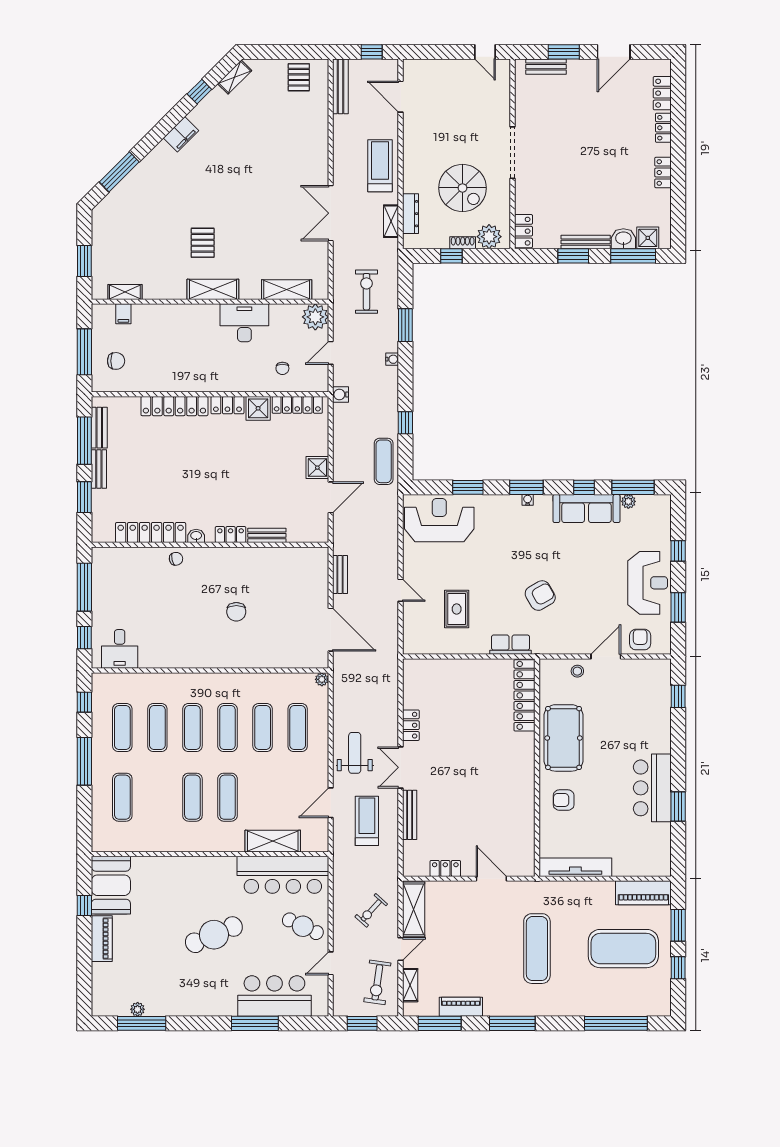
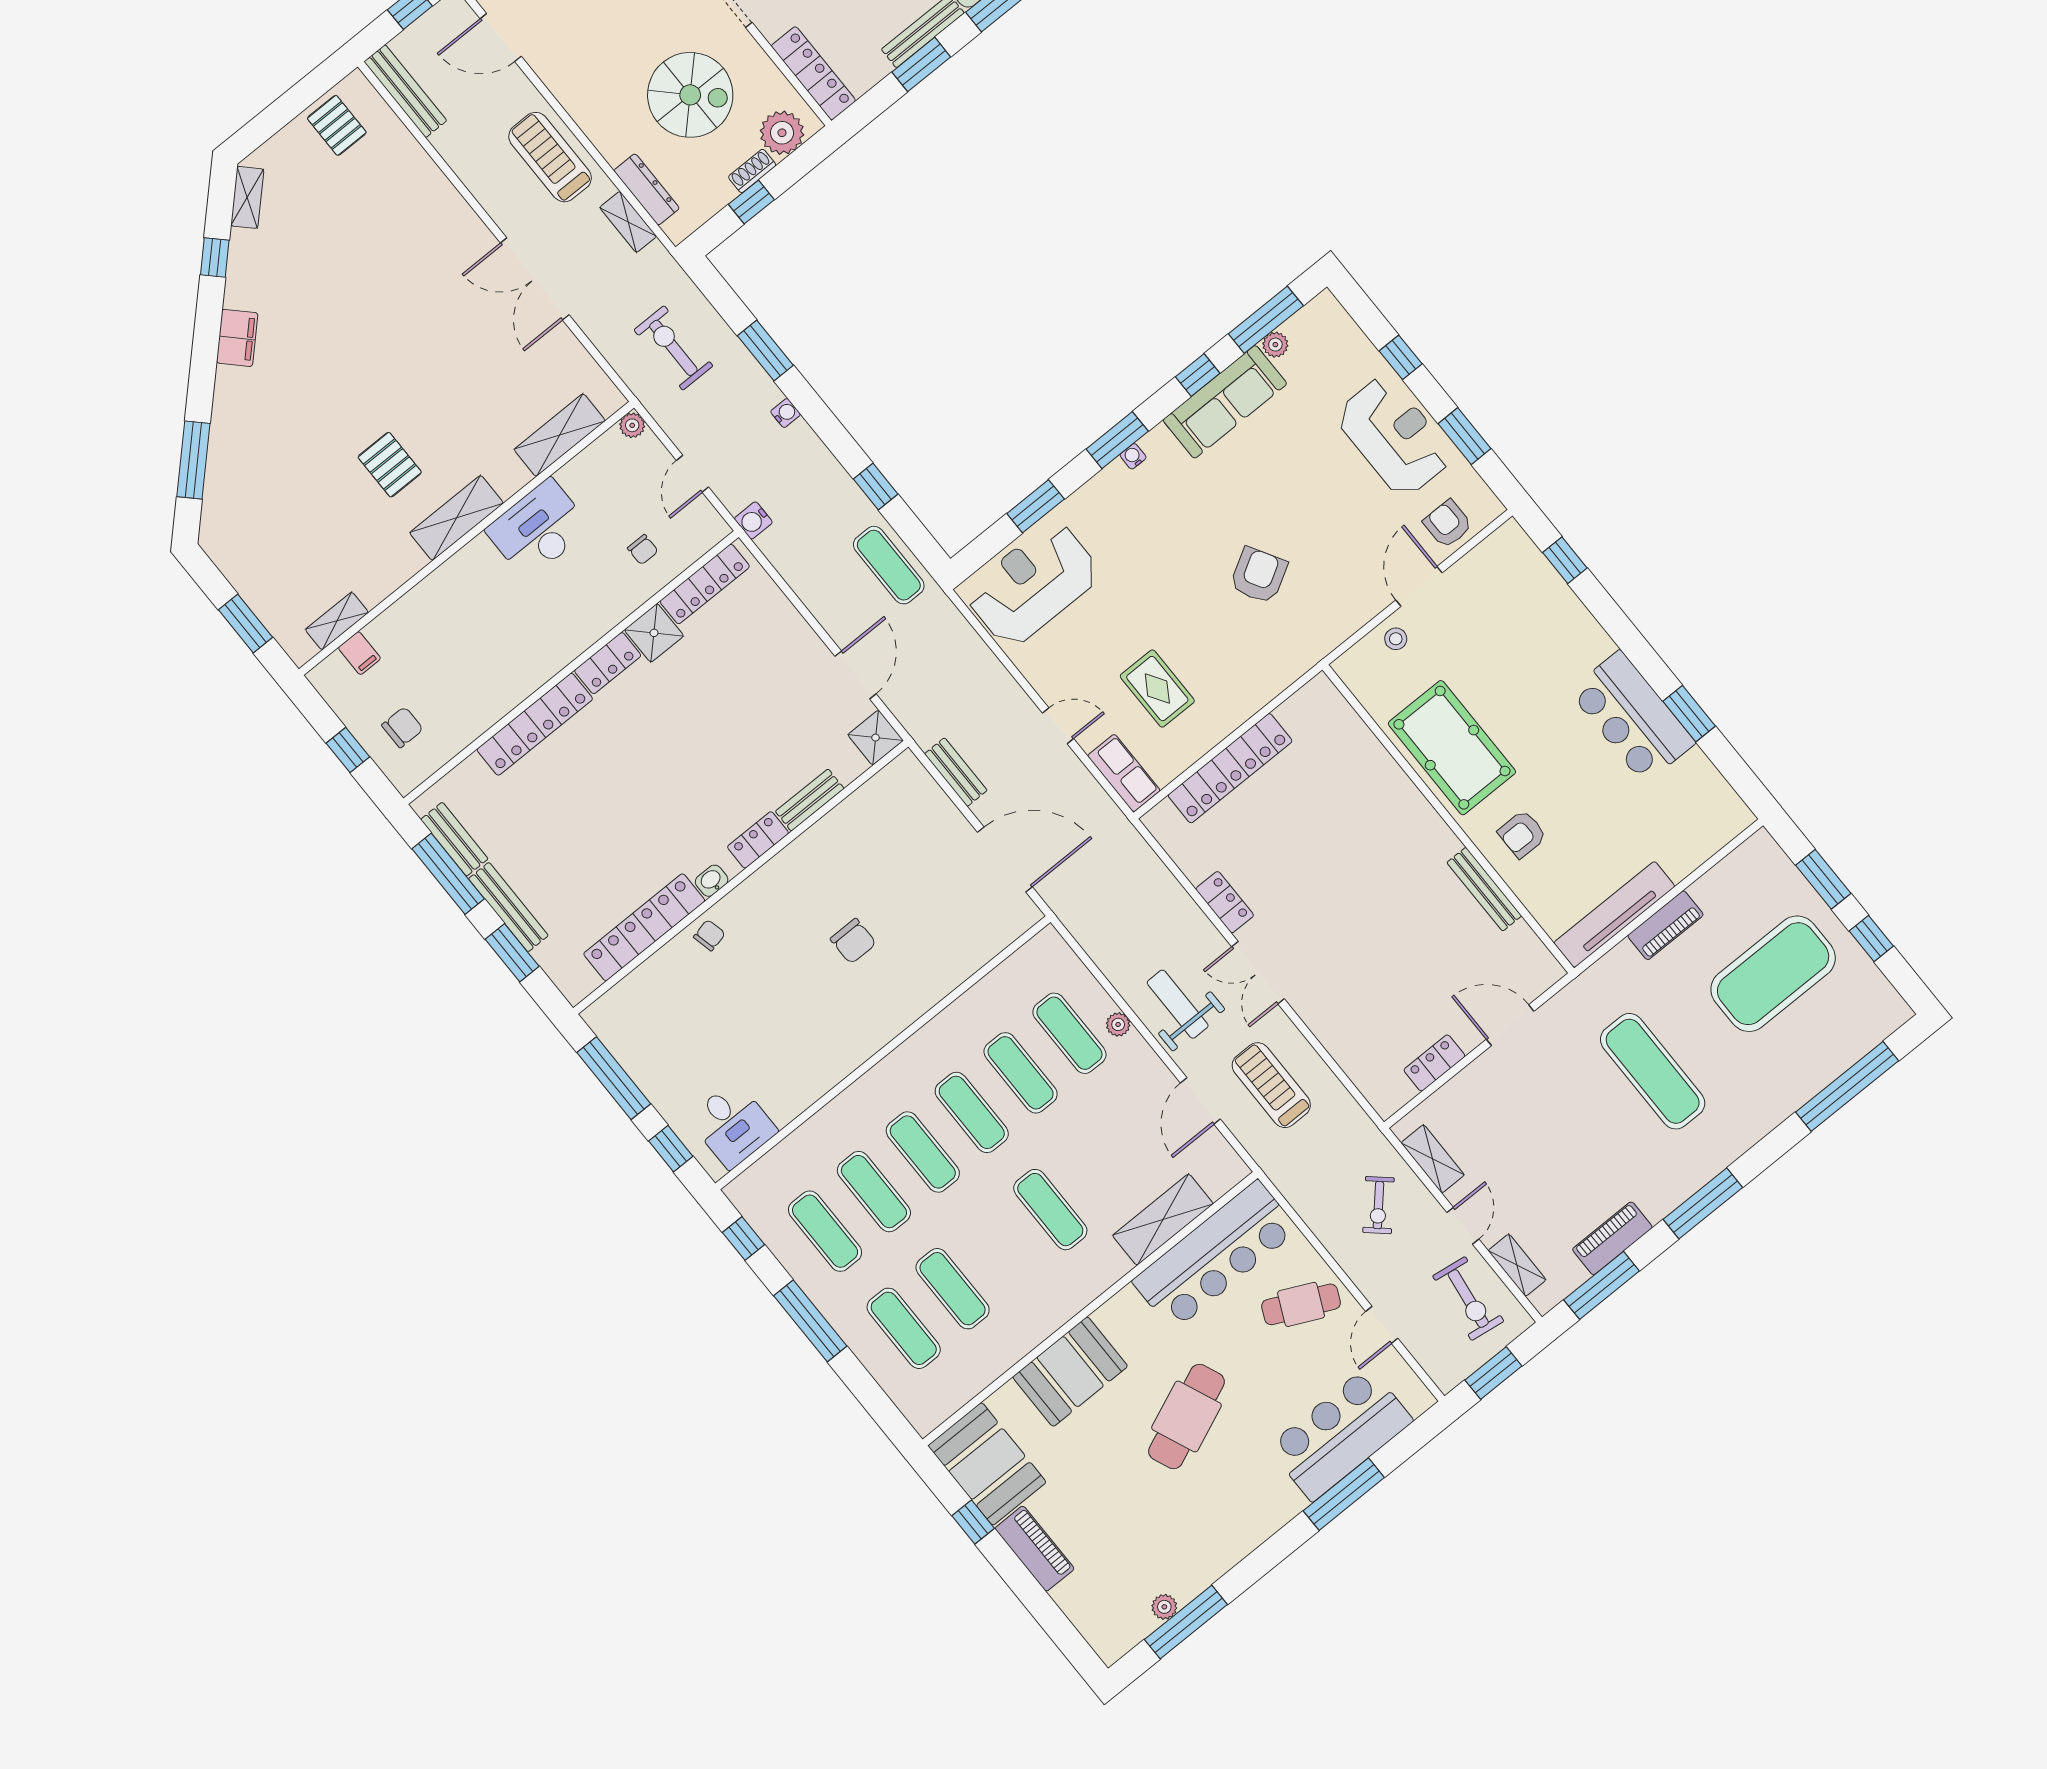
locker: (523, 231) -> (813, 73), width x1.53
plant: (315, 317) -> (632, 425), width x0.53, depth x0.53
window: (84, 352) -> (348, 750), width x0.46
shower: (317, 468) -> (876, 738), moved
bench: (99, 469) -> (508, 907), width x1.36
row of seats: (511, 645) -> (1124, 773), moved, turned 90
plant: (322, 679) -> (1118, 1024), moved
locker: (524, 695) -> (1230, 768), moved, turned -90
exercise mat: (192, 797) -> (953, 1289), moved
bench: (410, 815) -> (1484, 889), moved
booth: (179, 874) -> (1070, 1372), added
piano: (643, 893) -> (1665, 925), moved, width x0.73, depth x0.75
shelving: (414, 909) -> (1433, 1159), width x0.67, depth x0.75

